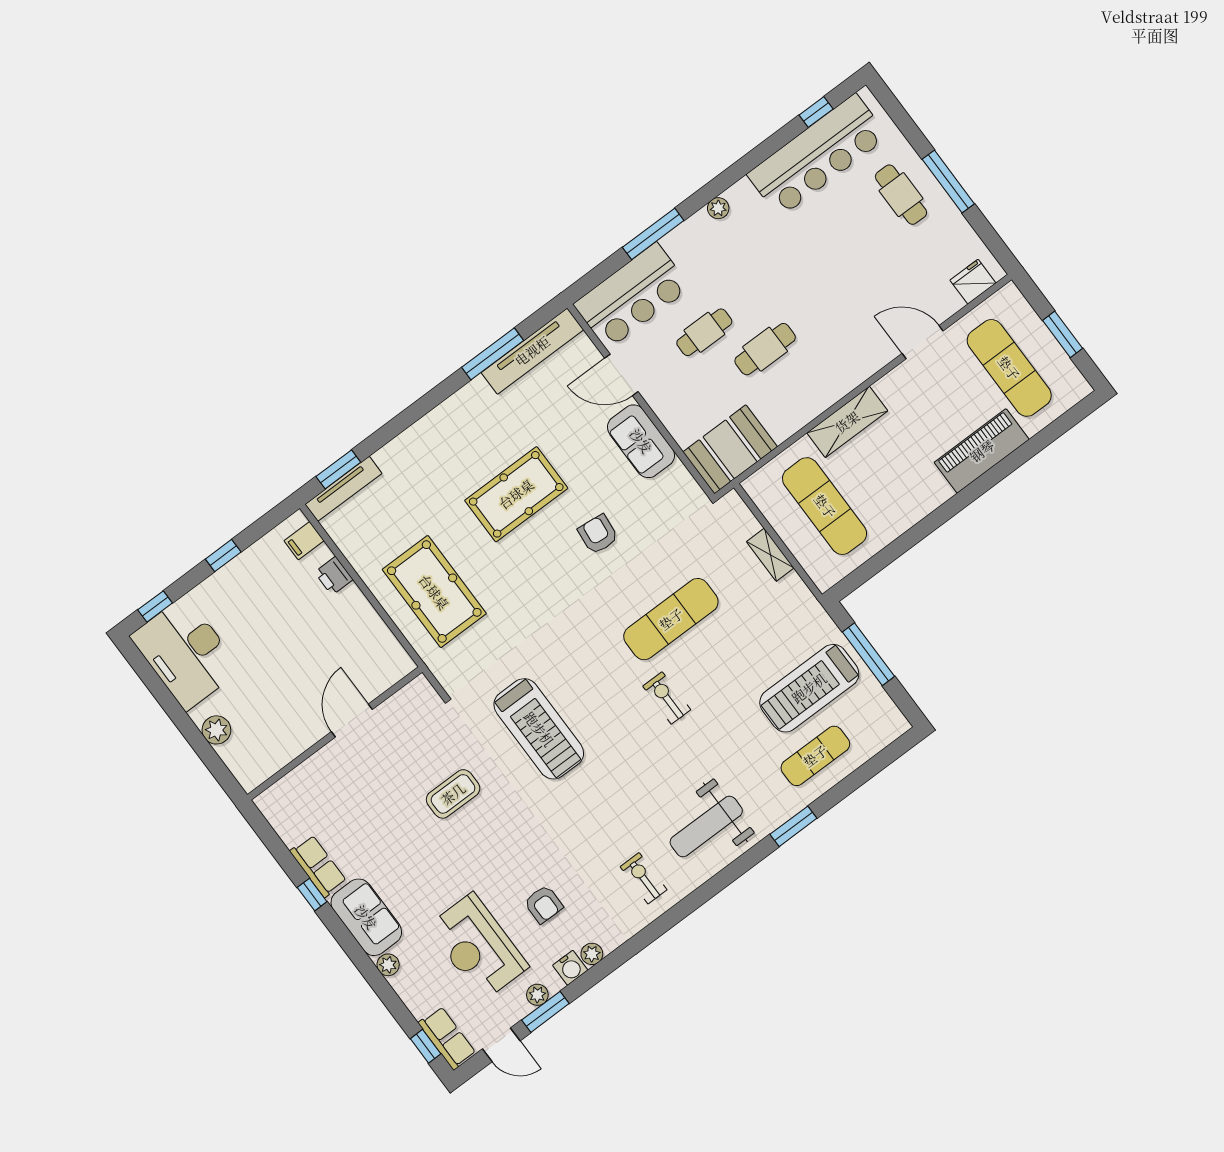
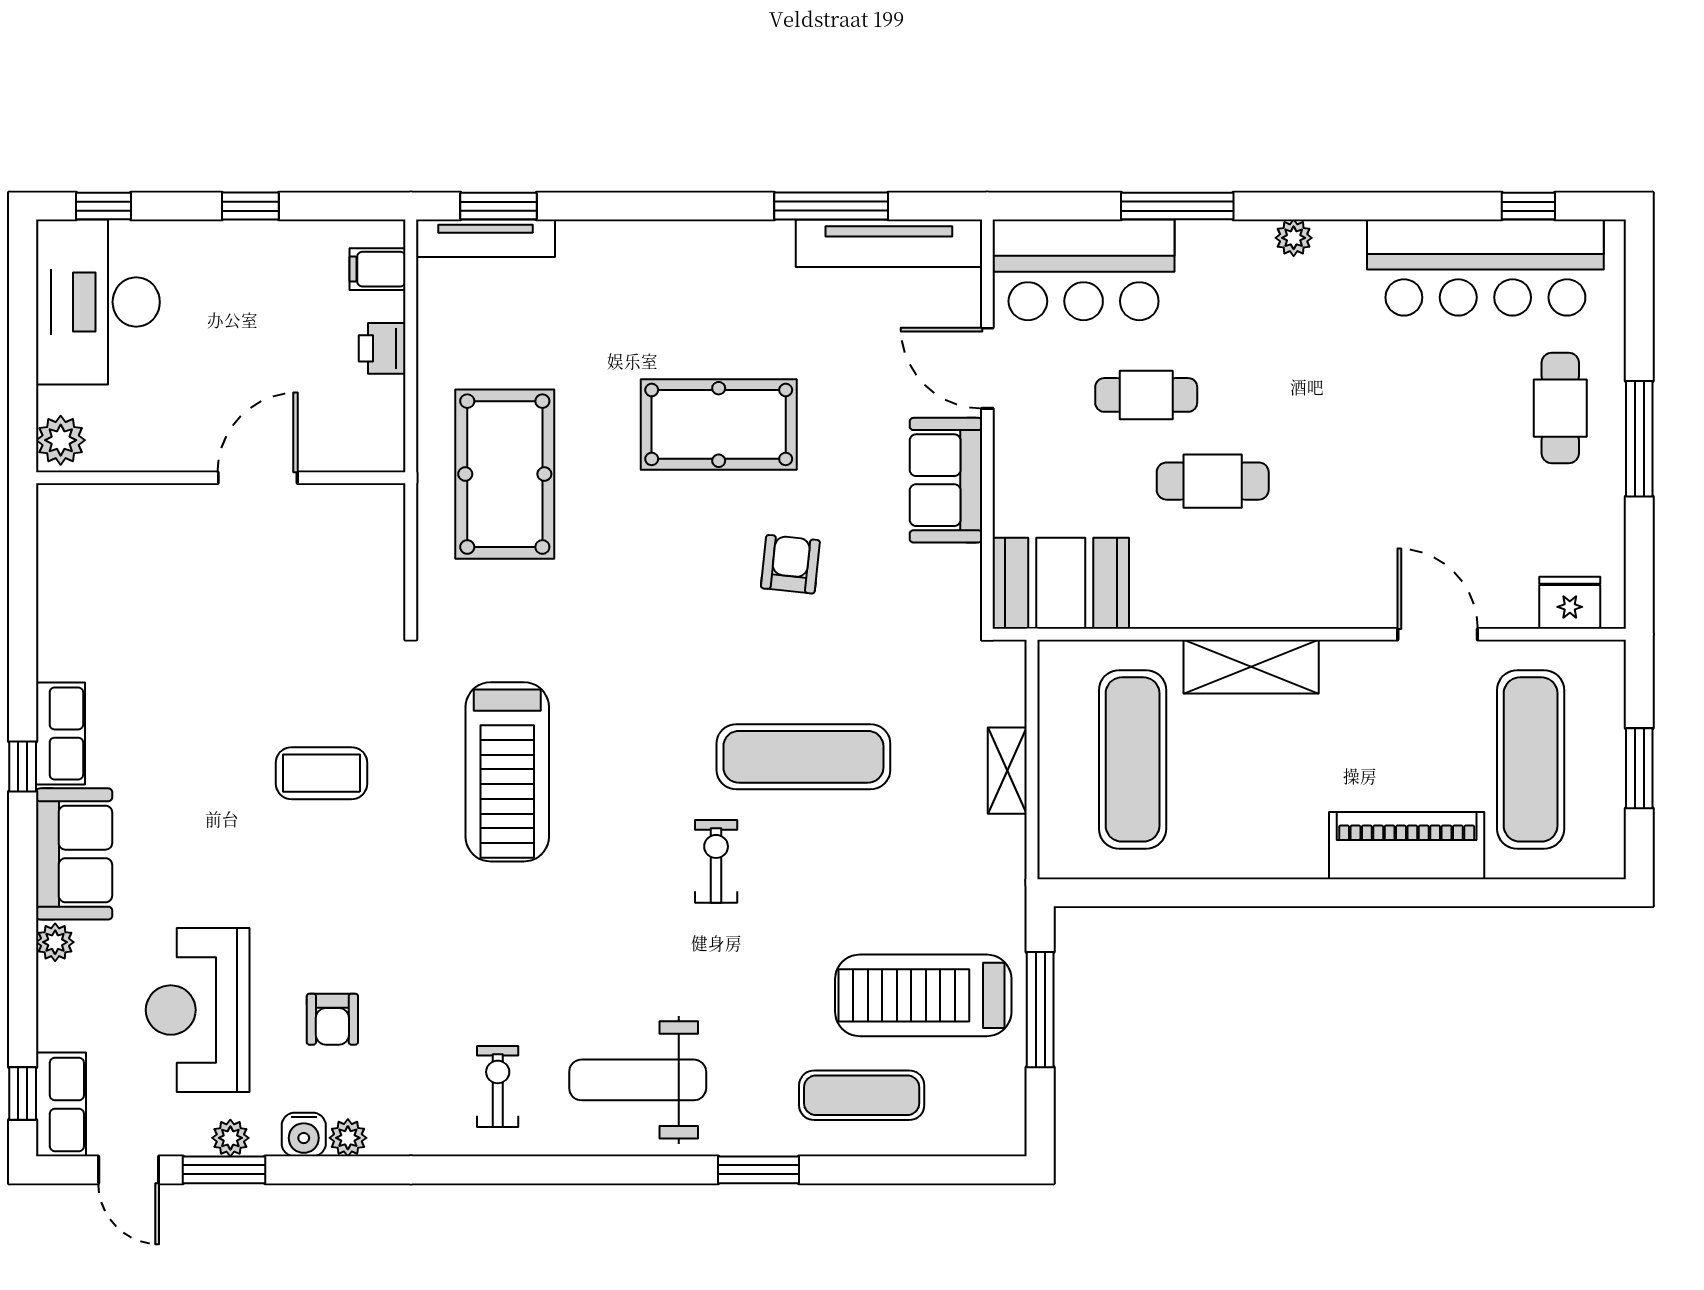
door: (352, 721) -> (258, 478), moved
wall: (335, 733) -> (221, 478), moved

